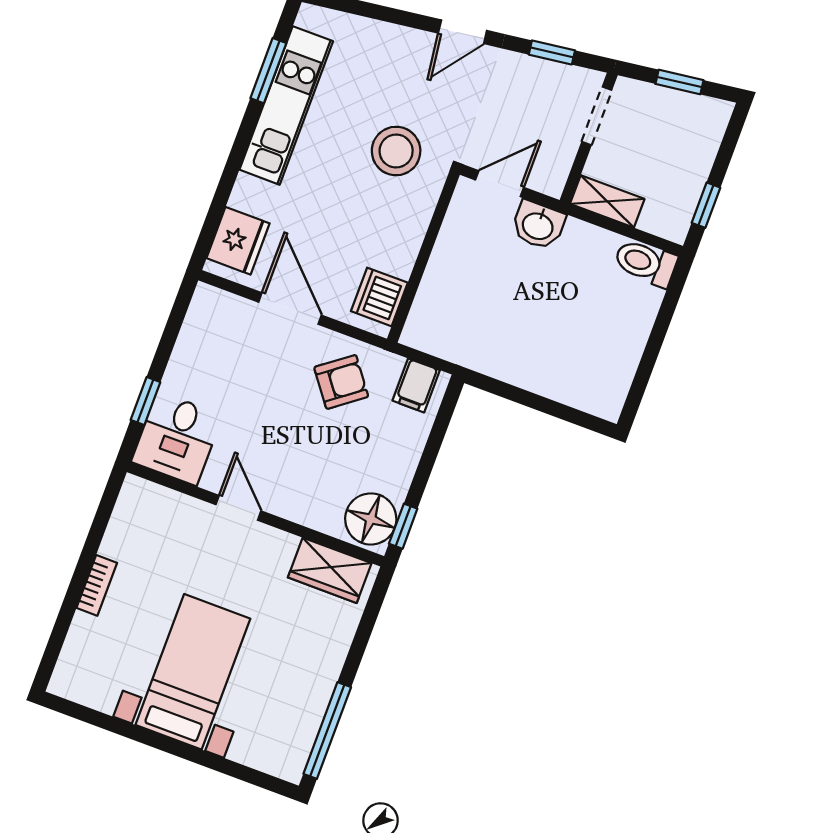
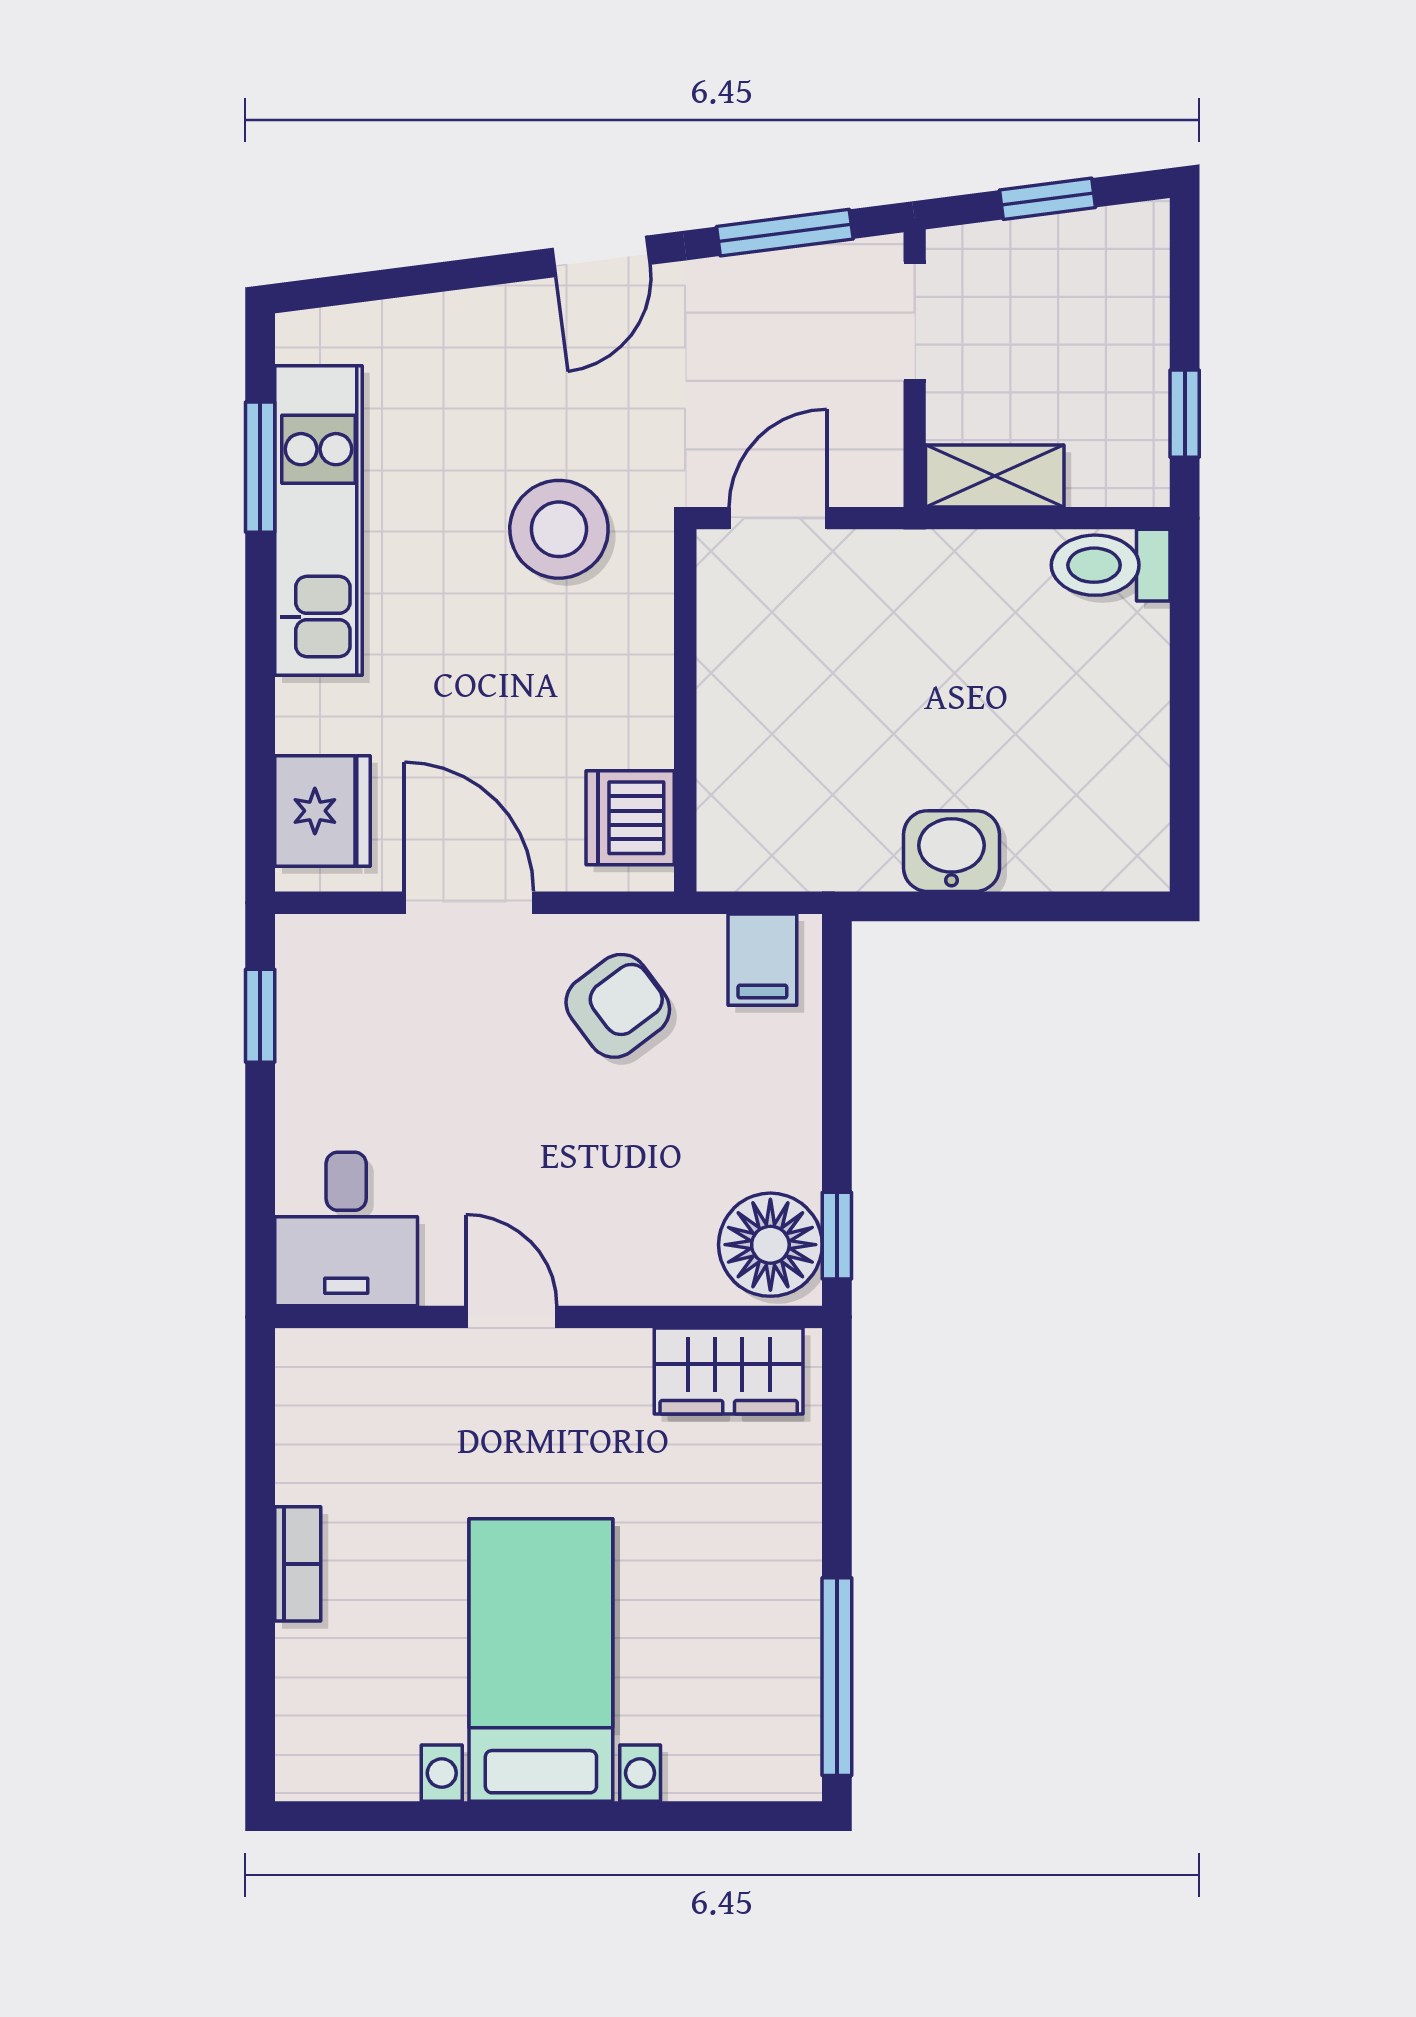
window: (552, 52) -> (785, 233), width x1.50
washbasin: (538, 225) -> (951, 851), moved, turned 180
window: (145, 401) -> (260, 1016), moved

